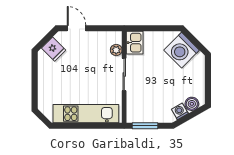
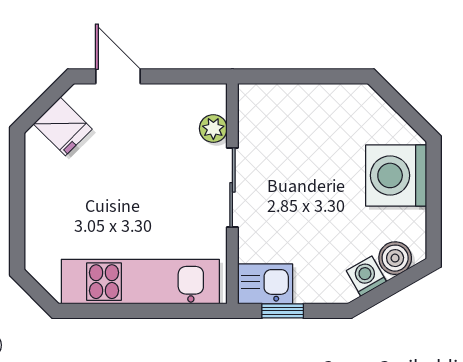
kitchen sink: (135, 43) -> (265, 284), moved, turned -90
washing machine: (182, 50) -> (396, 175), moved, turned 45
window: (145, 126) -> (283, 311), width x0.67

